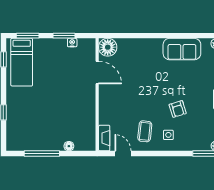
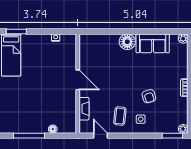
window: (64, 36) -> (48, 31), removed
floor lamp: (108, 47) -> (127, 42), moved
door: (97, 73) -> (78, 80), moved
fireplace: (104, 138) -> (84, 109), moved

